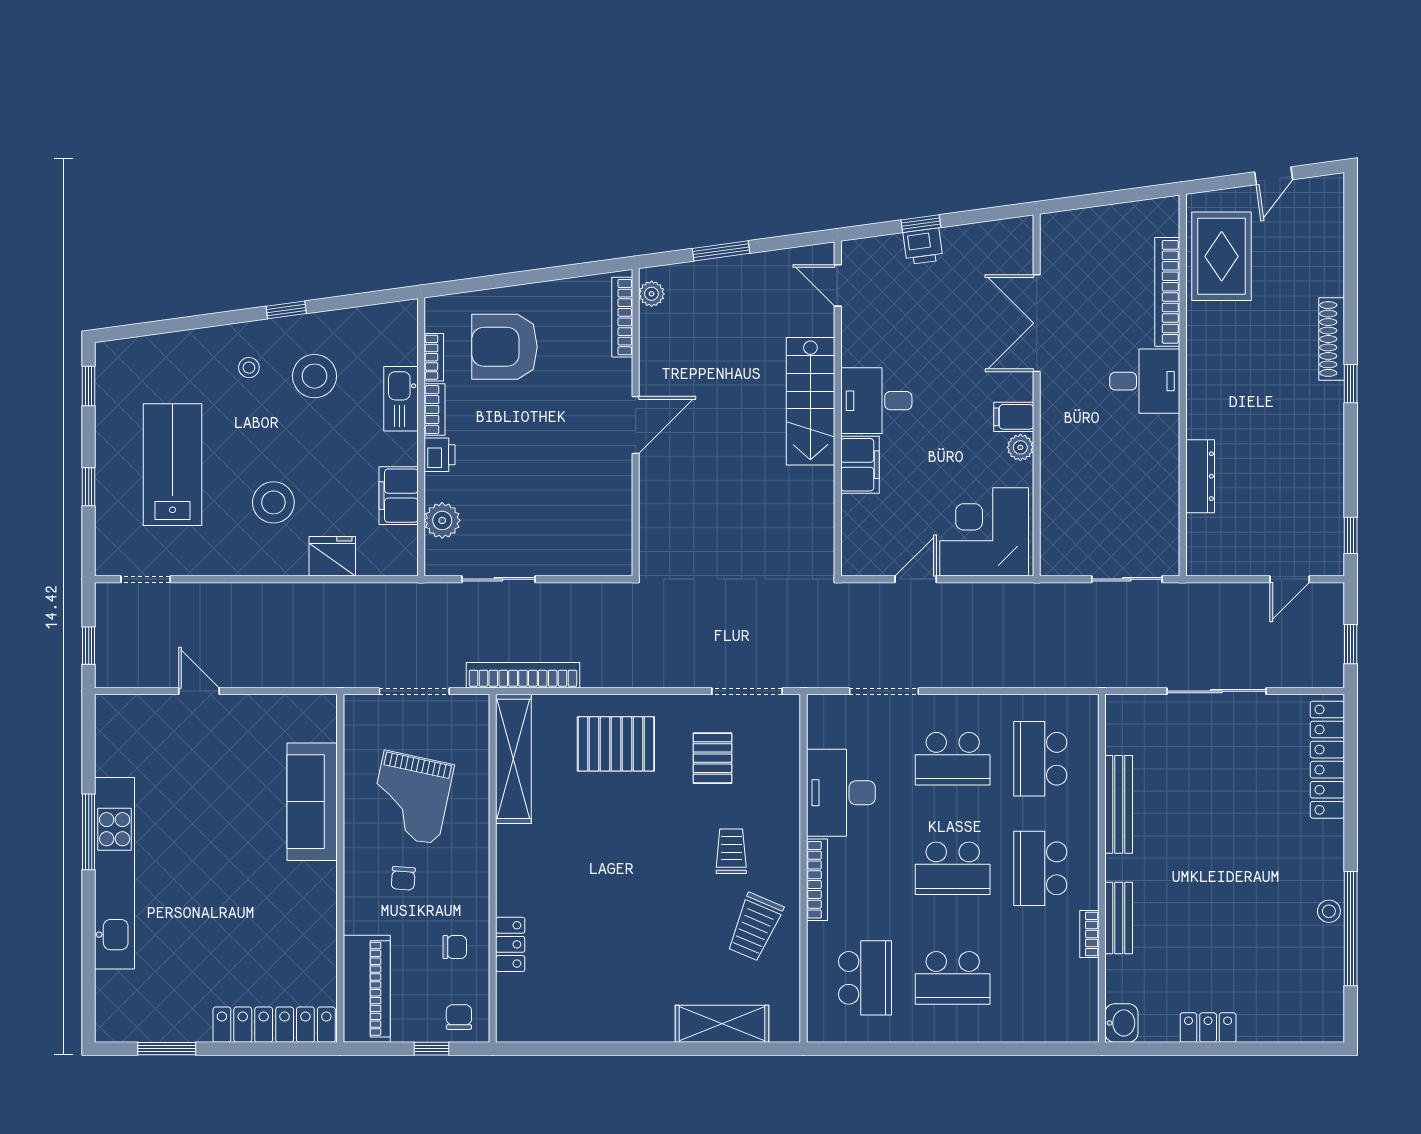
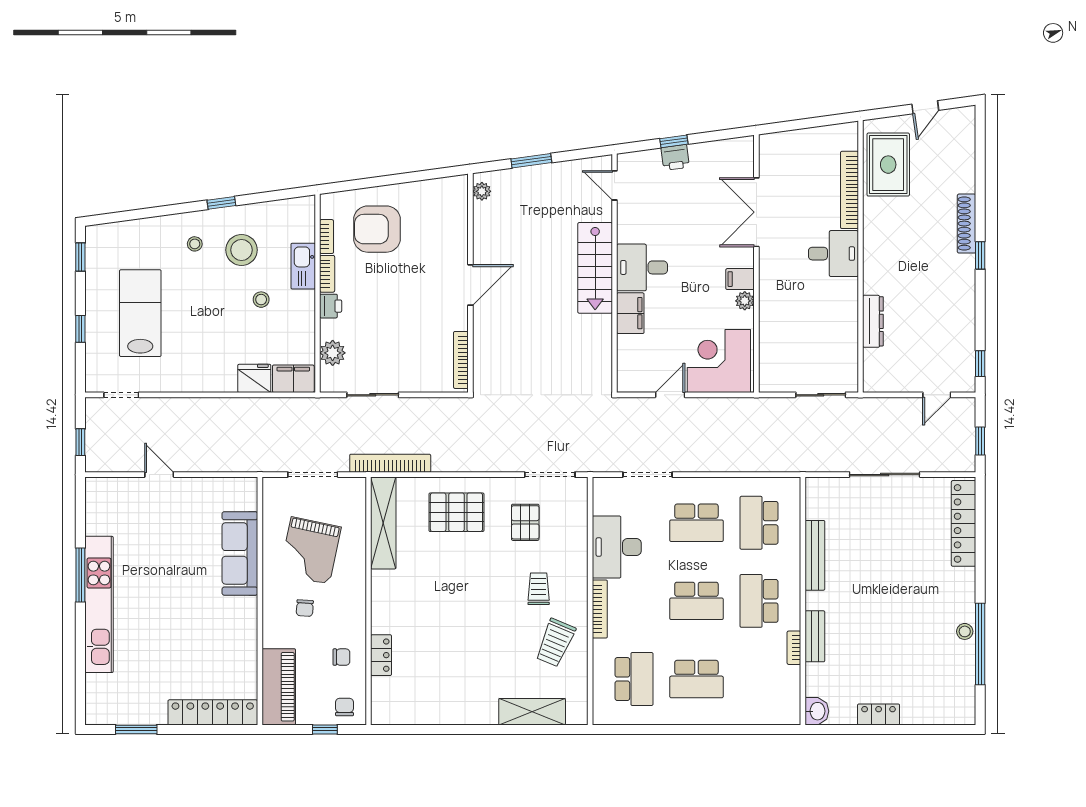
bookcase: (622, 317) -> (461, 360), moved
filing cabinet: (399, 496) -> (293, 379), moved, turned 90
stool: (273, 502) -> (261, 300), moved, width x0.53, depth x0.53

